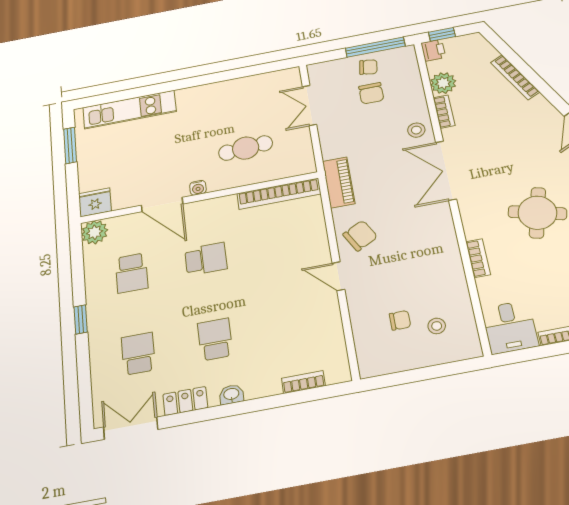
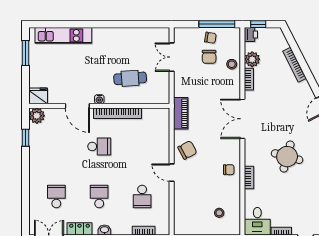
stool: (416, 130) -> (232, 64), moved
bookcase: (279, 194) -> (117, 113), moved
school desk: (132, 273) -> (142, 196), moved
window: (81, 319) -> (26, 138), moved
chair: (400, 320) -> (229, 170), moved

